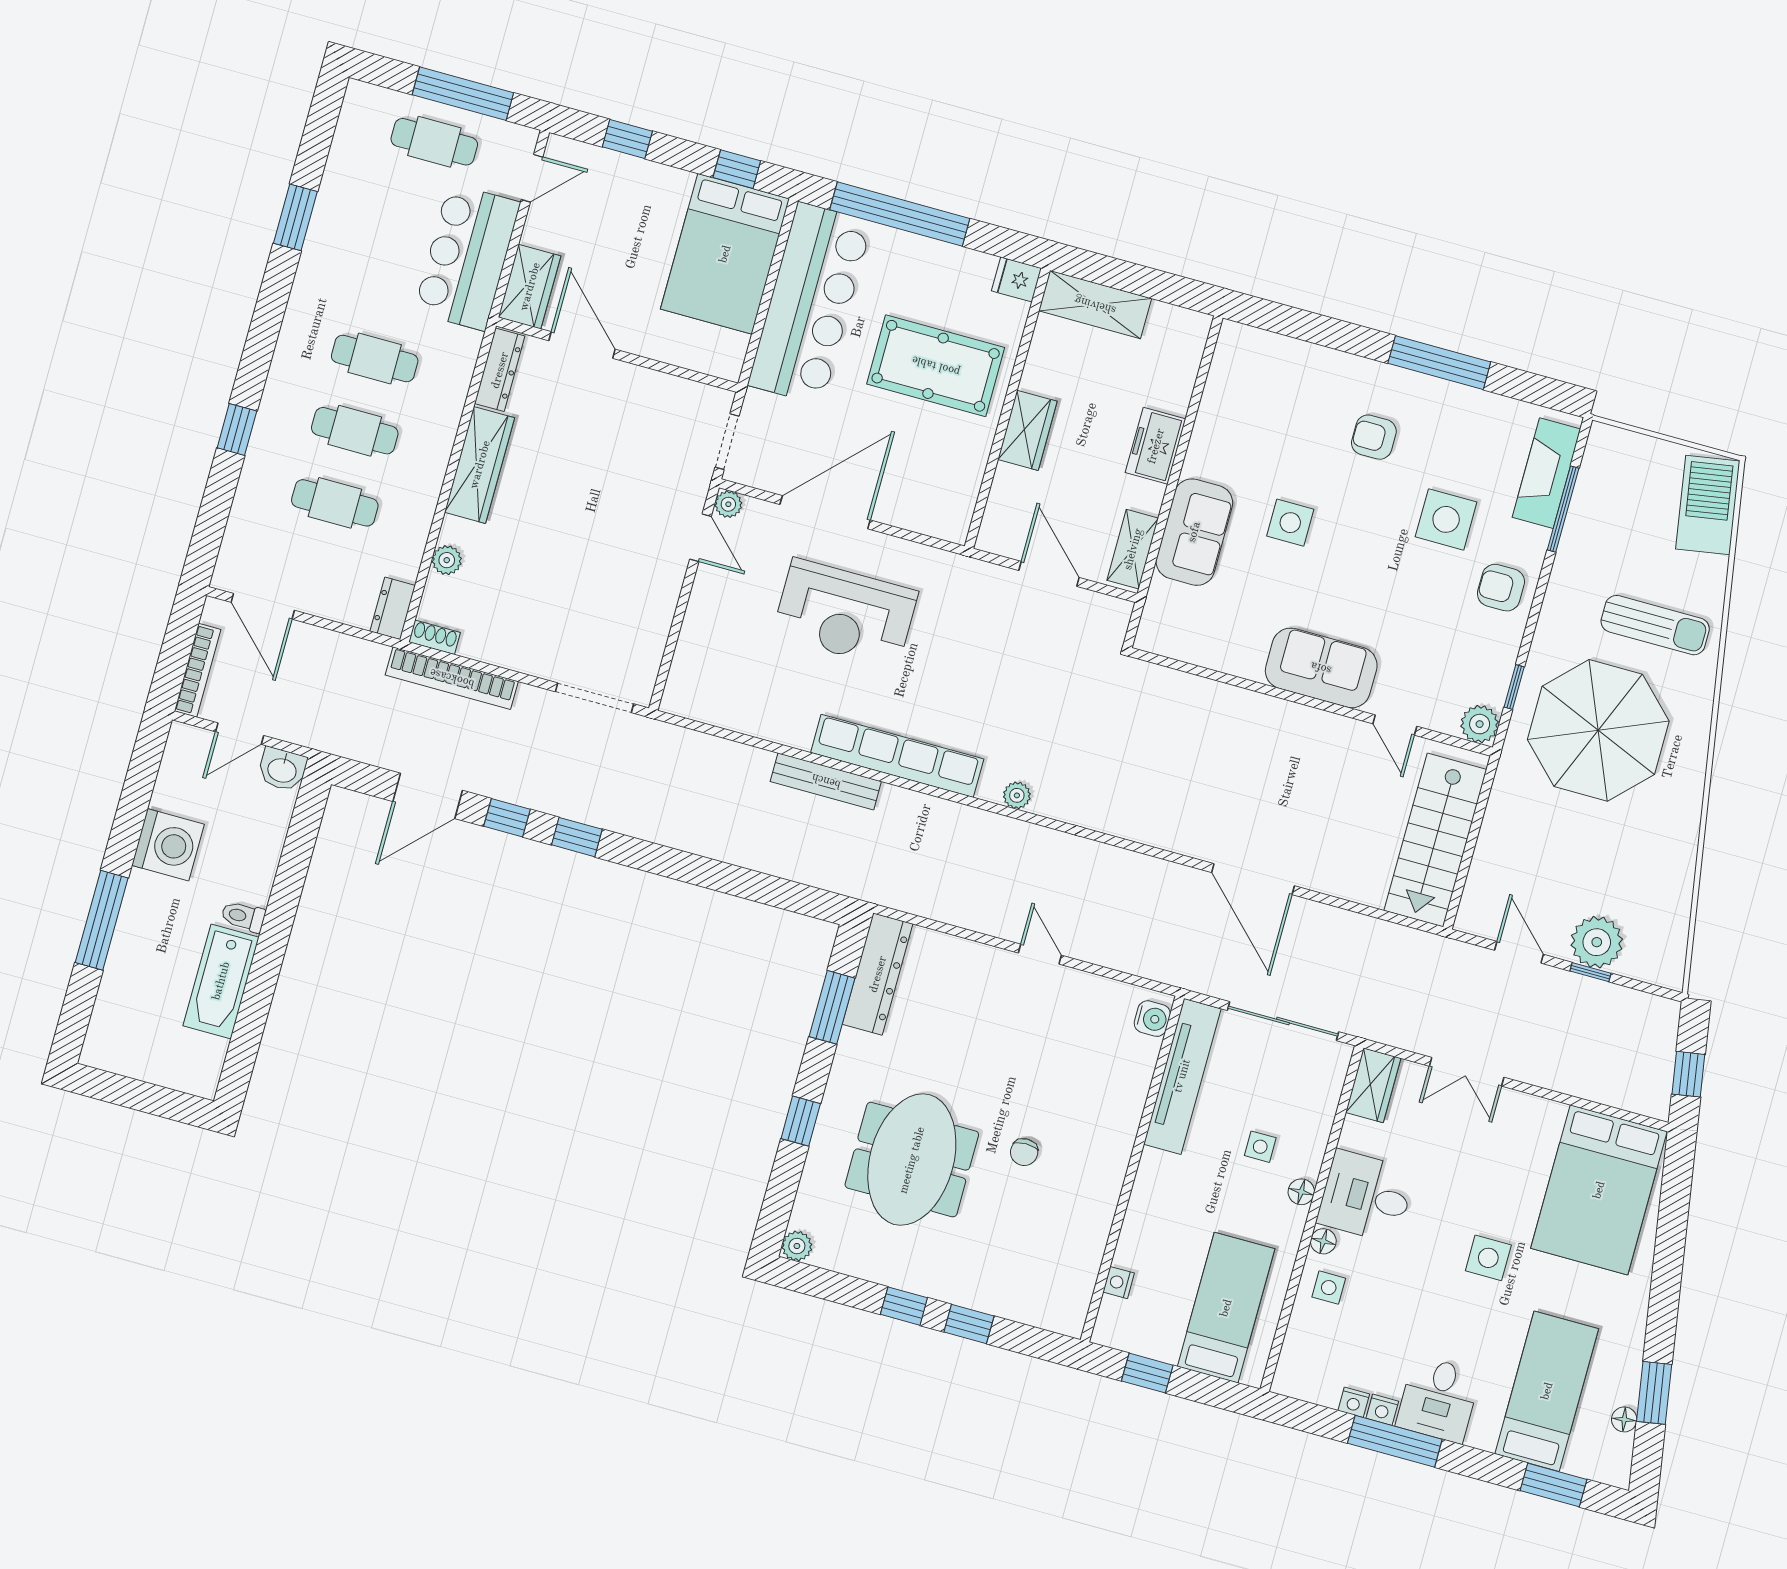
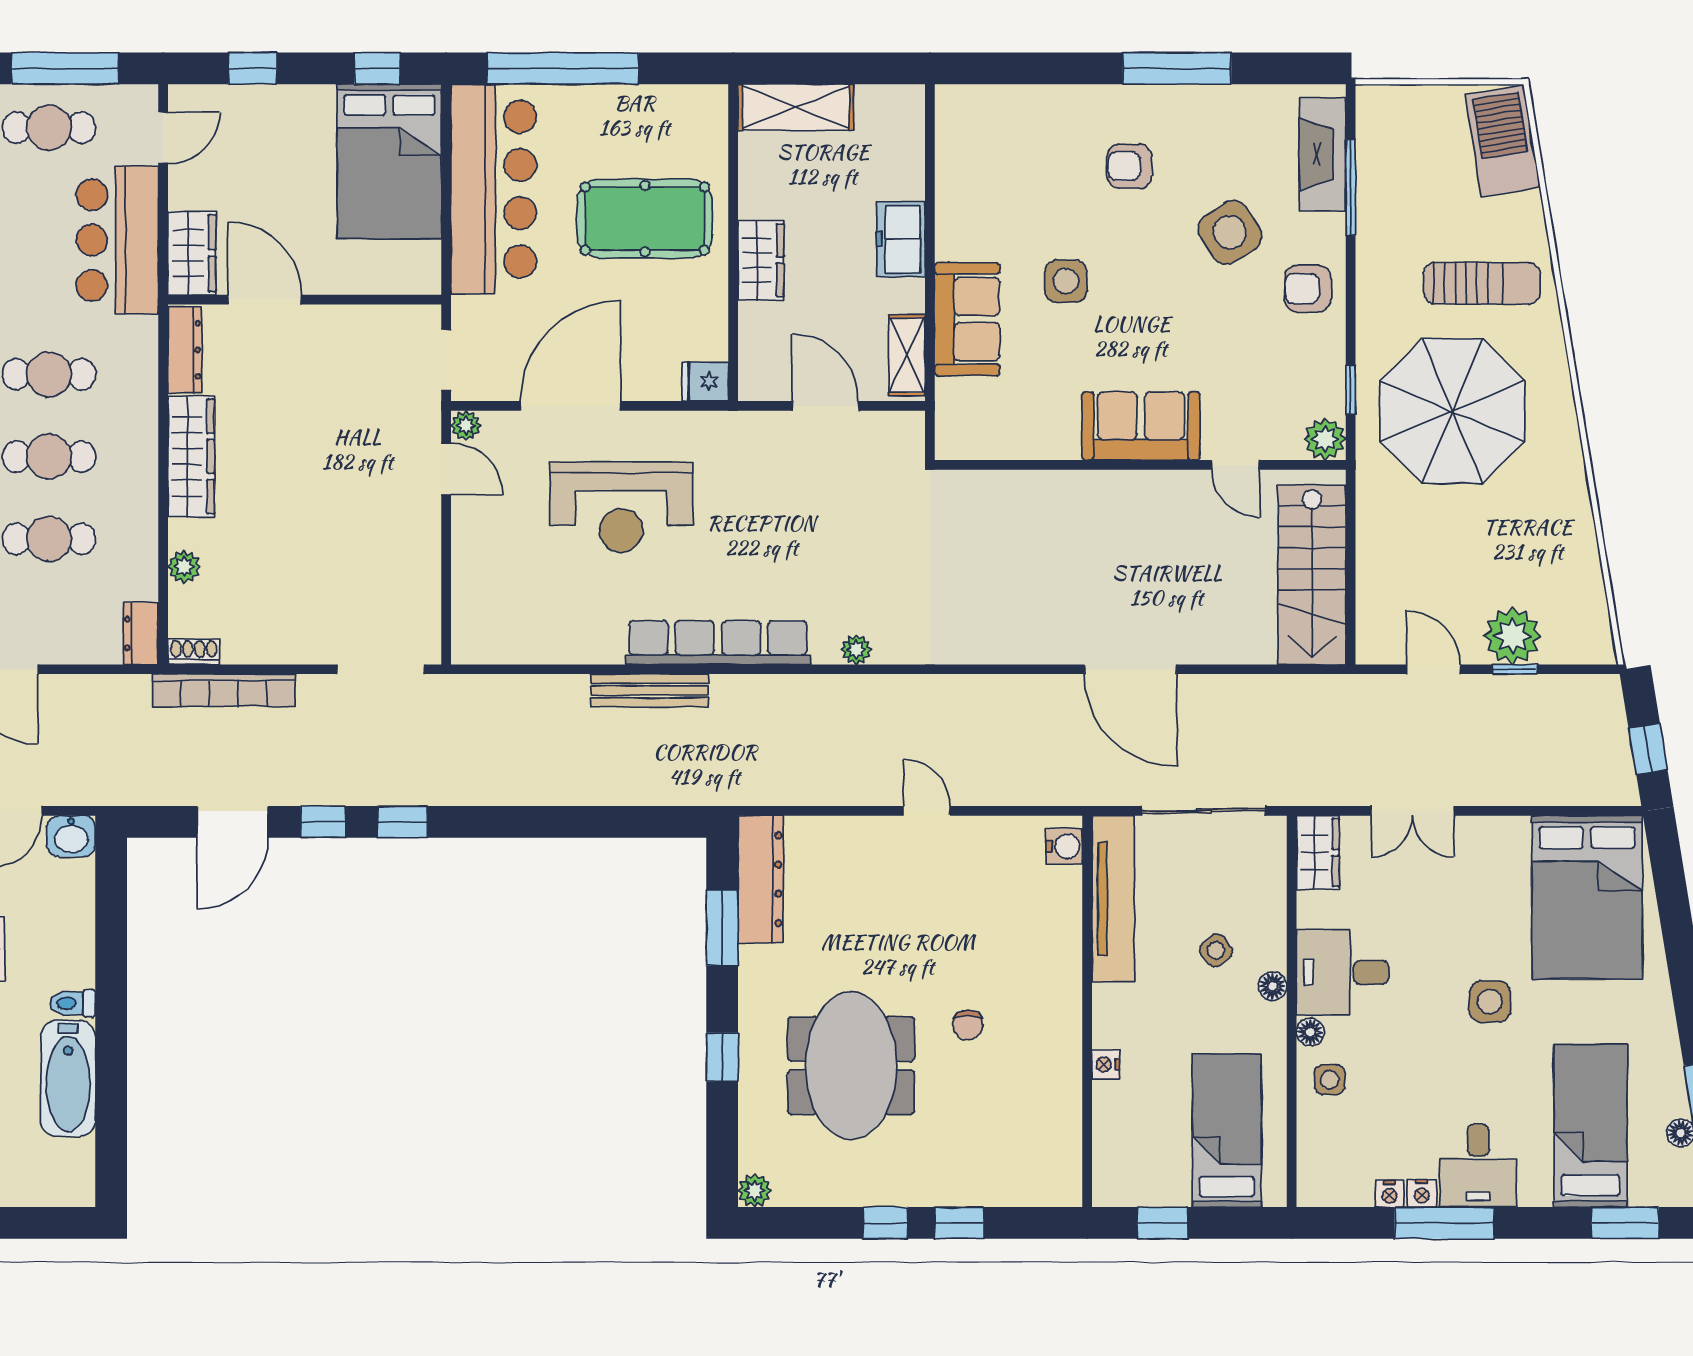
fridge: (1017, 279) -> (705, 381), moved
side table: (1446, 519) -> (1230, 232), turned -32
side table: (1260, 1147) -> (1216, 950), turned -38
nightstand: (1119, 1283) -> (1106, 1064), moved

